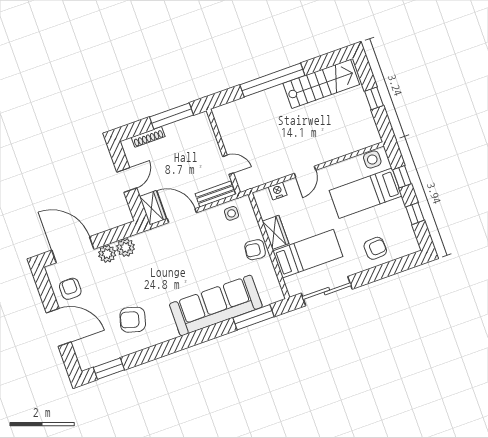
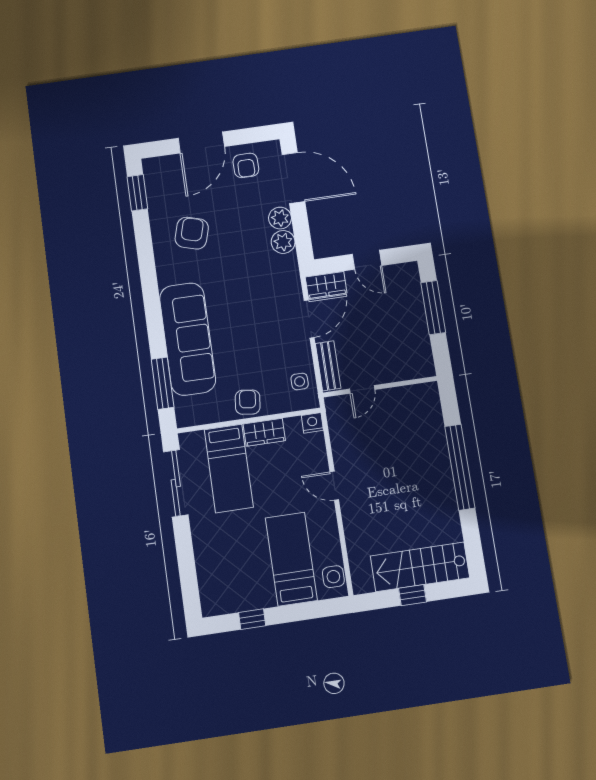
stairs: (321, 84) -> (420, 567), moved, turned 90
window: (172, 116) -> (433, 308), moved
shoe rack: (148, 137) -> (416, 296), removed
window: (402, 177) -> (304, 611), removed
nightstand: (278, 191) -> (312, 423), moved, turned -90
armchair: (375, 248) -> (218, 557), removed
door: (73, 250) -> (293, 178), hinge flipped
armchair: (70, 289) -> (246, 165), turned 90

